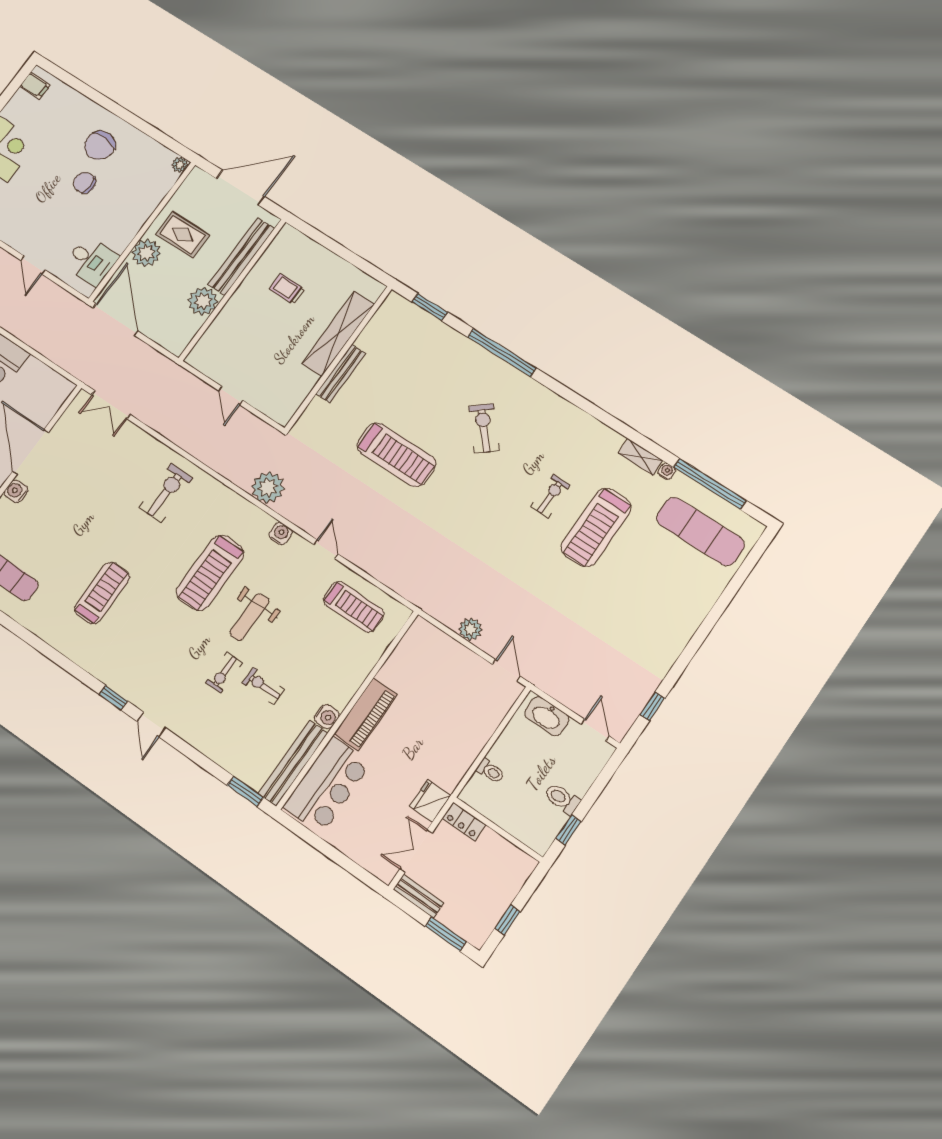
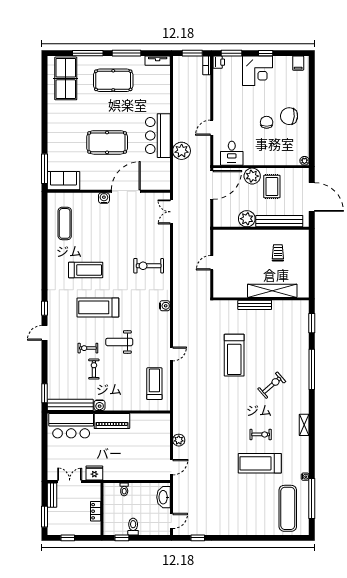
shelving: (640, 457) -> (304, 425), moved
plant: (268, 487) -> (182, 151), moved
exercise bike: (166, 493) -> (149, 266), turned 180
water cooler: (280, 533) -> (165, 306), moved
treadmill: (210, 573) -> (98, 307), moved
treadmill: (354, 607) -> (154, 384), turned 180
locker: (464, 821) -> (96, 511), moved

